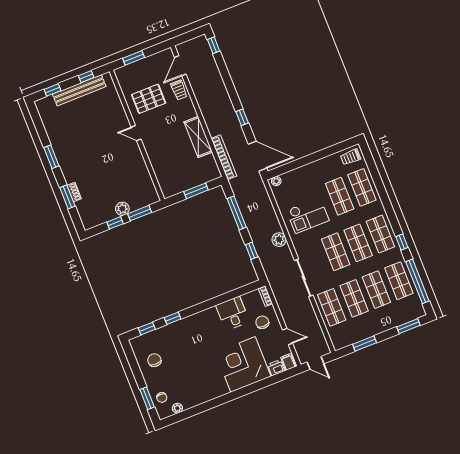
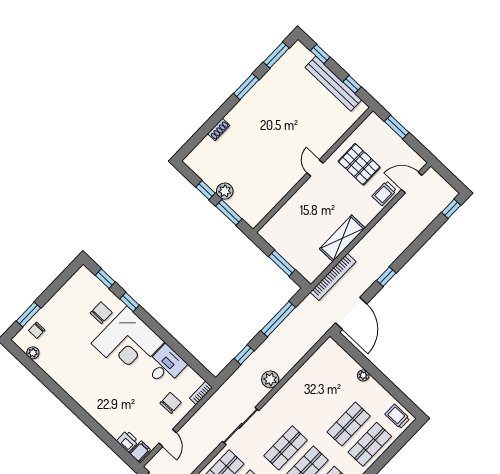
plant: (276, 181) -> (363, 375), moved
window: (67, 197) -> (276, 55), moved
checkout: (308, 215) -> (311, 399), removed
chair: (154, 360) -> (101, 313), moved
corner desk: (243, 364) -> (128, 343), moved, turned 180

